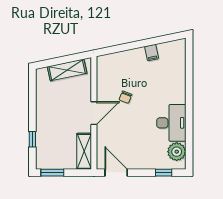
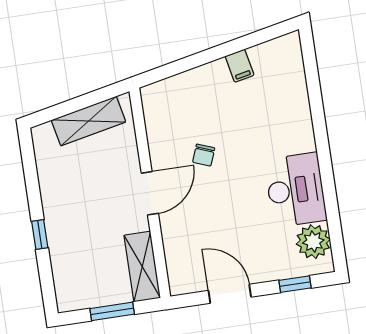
window: (32, 139) -> (40, 234), moved
window: (52, 173) -> (112, 311), moved
door: (116, 173) -> (230, 294), moved

